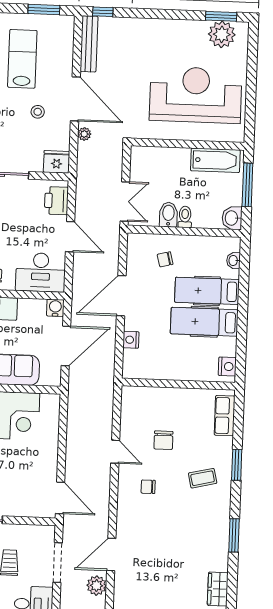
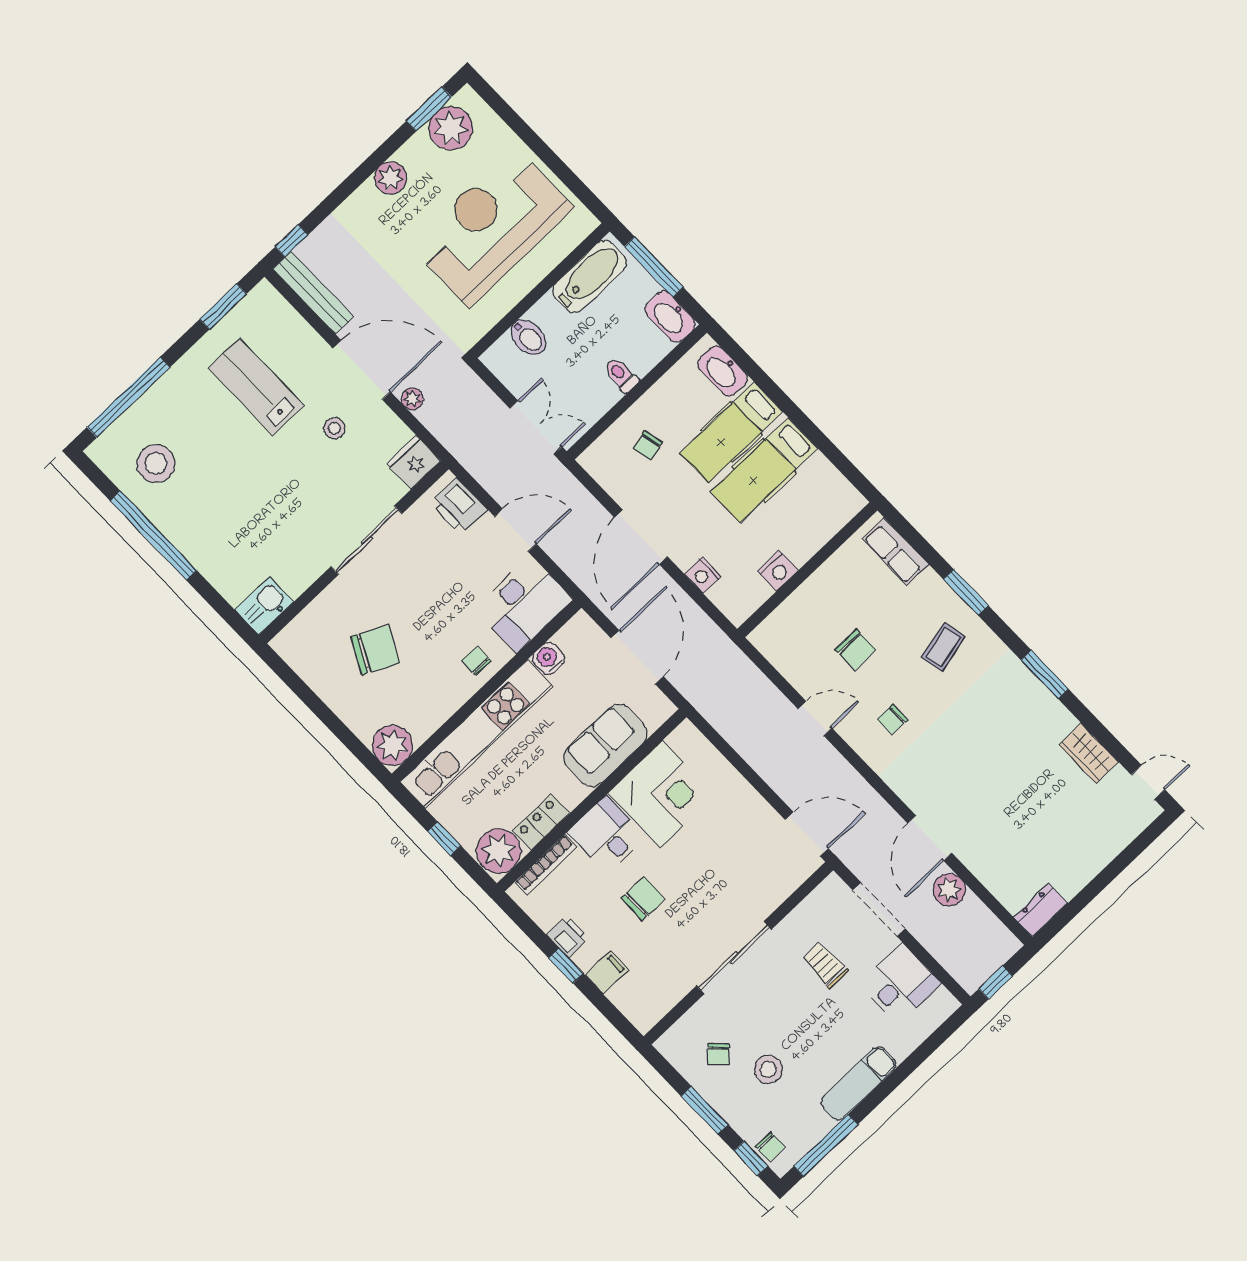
plant: (174, 29) -> (391, 178), added
bidet: (168, 215) -> (528, 337), moved, turned 180
washbasin: (232, 218) -> (670, 317), width x1.38
washbasin: (234, 261) -> (722, 371), width x1.91, depth x1.45
water cooler: (55, 308) -> (548, 658), moved
nightstand: (227, 366) -> (778, 571), moved, turned 90

